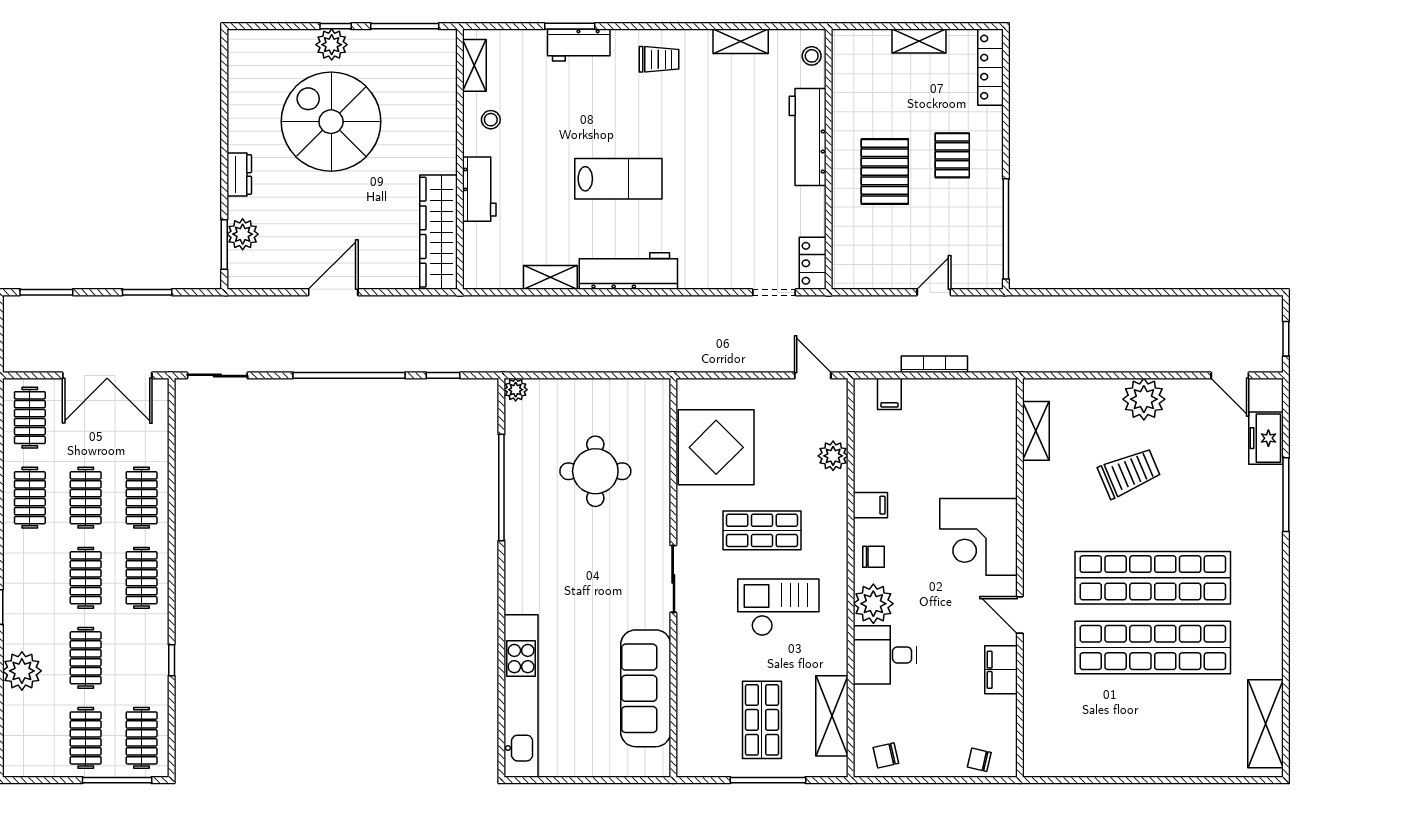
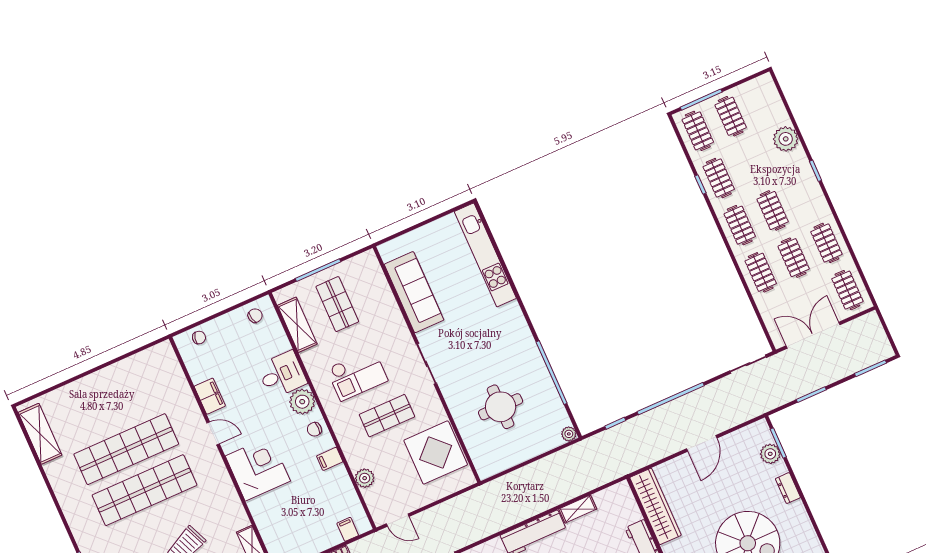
clothes rail: (86, 658) -> (719, 178), moved

